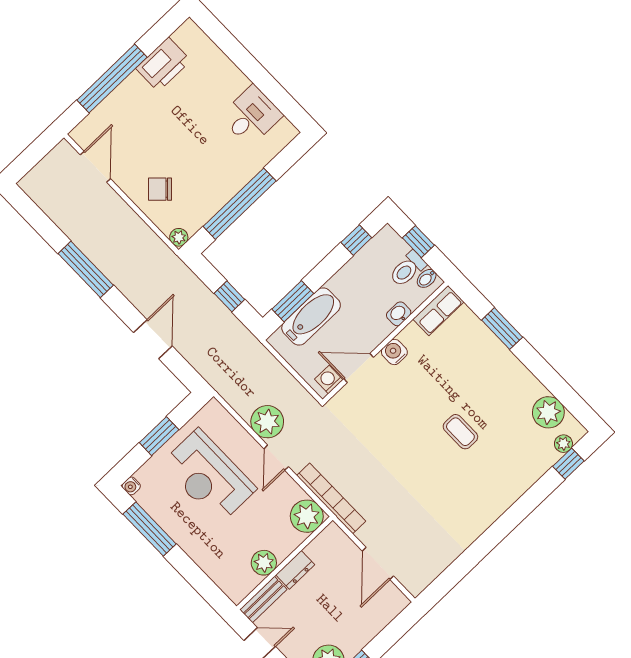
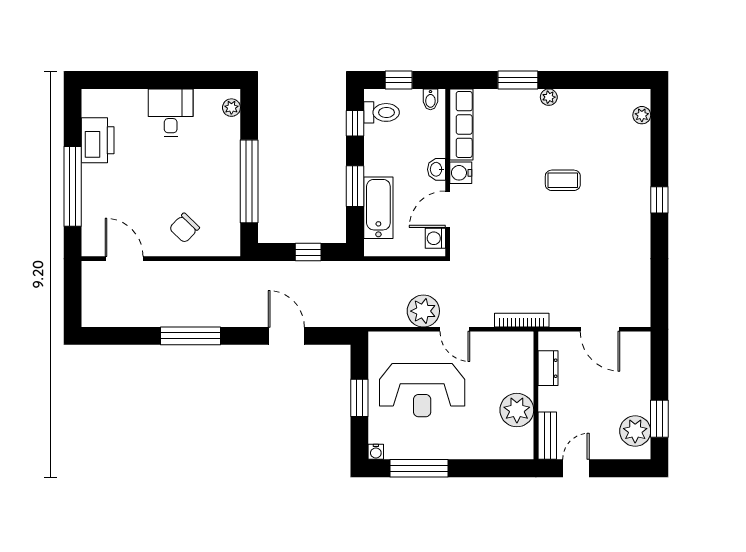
desk: (251, 116) -> (171, 113), moved
plant: (179, 237) -> (231, 108), moved
toilet: (408, 269) -> (382, 112), moved, turned -90
window: (293, 301) -> (355, 186), moved
row of seats: (438, 311) -> (461, 125), width x1.48
washbasin: (399, 314) -> (437, 169), moved
plant: (548, 412) -> (549, 97), moved, width x0.53, depth x0.53
window: (568, 464) -> (659, 200), moved
bookcase: (331, 498) -> (522, 320), width x0.68, depth x0.76
plant: (307, 516) -> (518, 348), removed
plant: (264, 563) -> (517, 410), width x1.36, depth x1.36
dresser: (295, 570) -> (548, 368), moved

